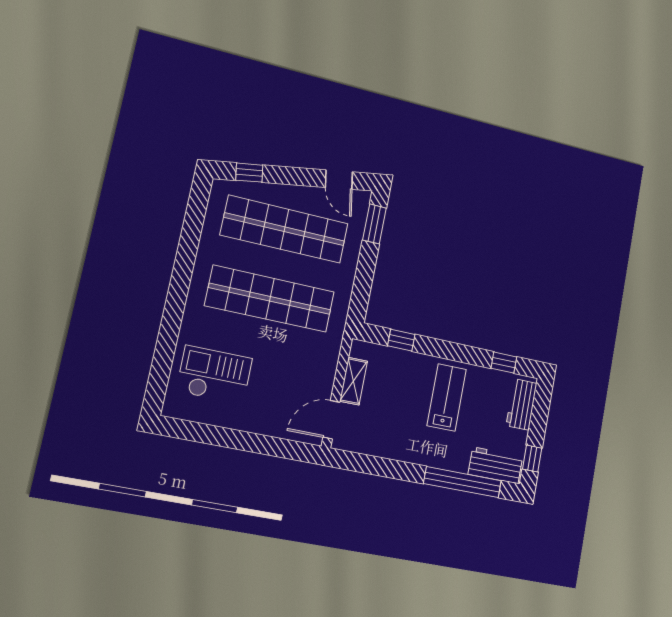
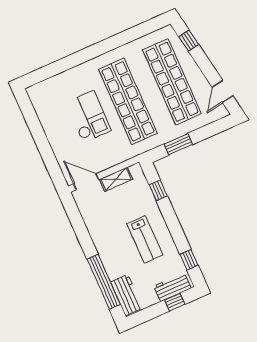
window: (374, 224) -> (178, 144), moved
checkout: (214, 375) -> (88, 116), moved
lab bench: (447, 397) -> (145, 239), turned 90
window: (532, 459) -> (175, 302), moved

